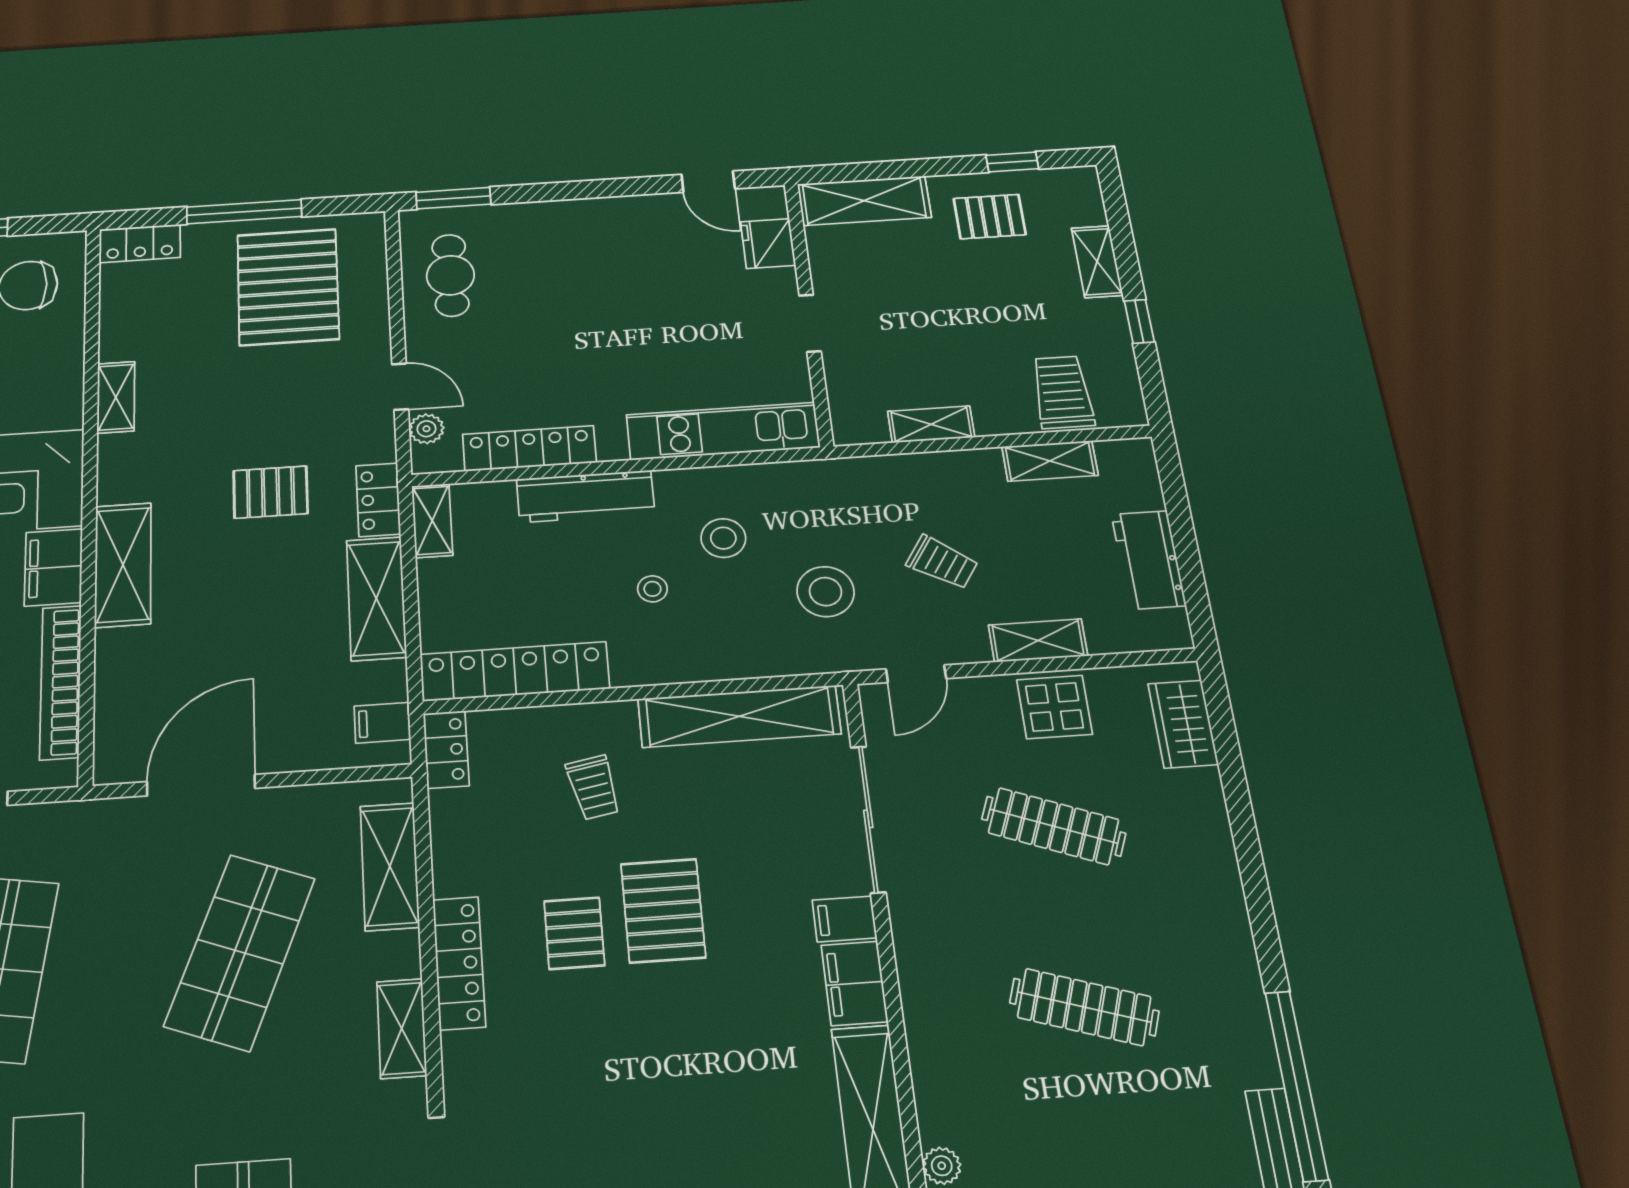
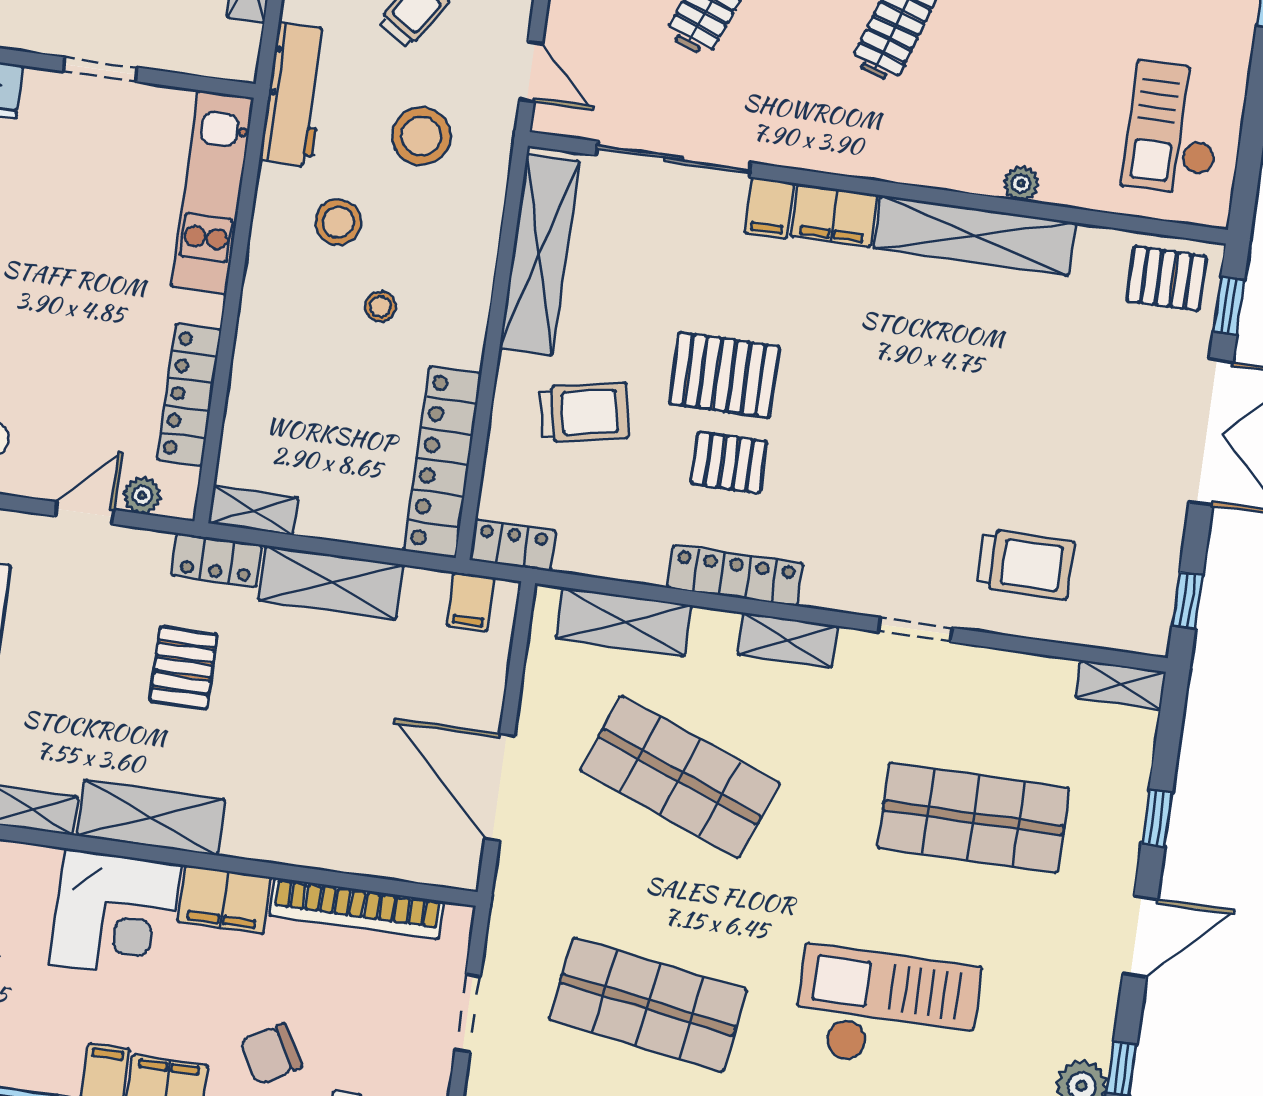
workbench: (585, 496) -> (295, 95), moved
shelving: (123, 565) -> (151, 817), moved
trolley: (593, 787) -> (584, 412), width x1.36, depth x1.39

